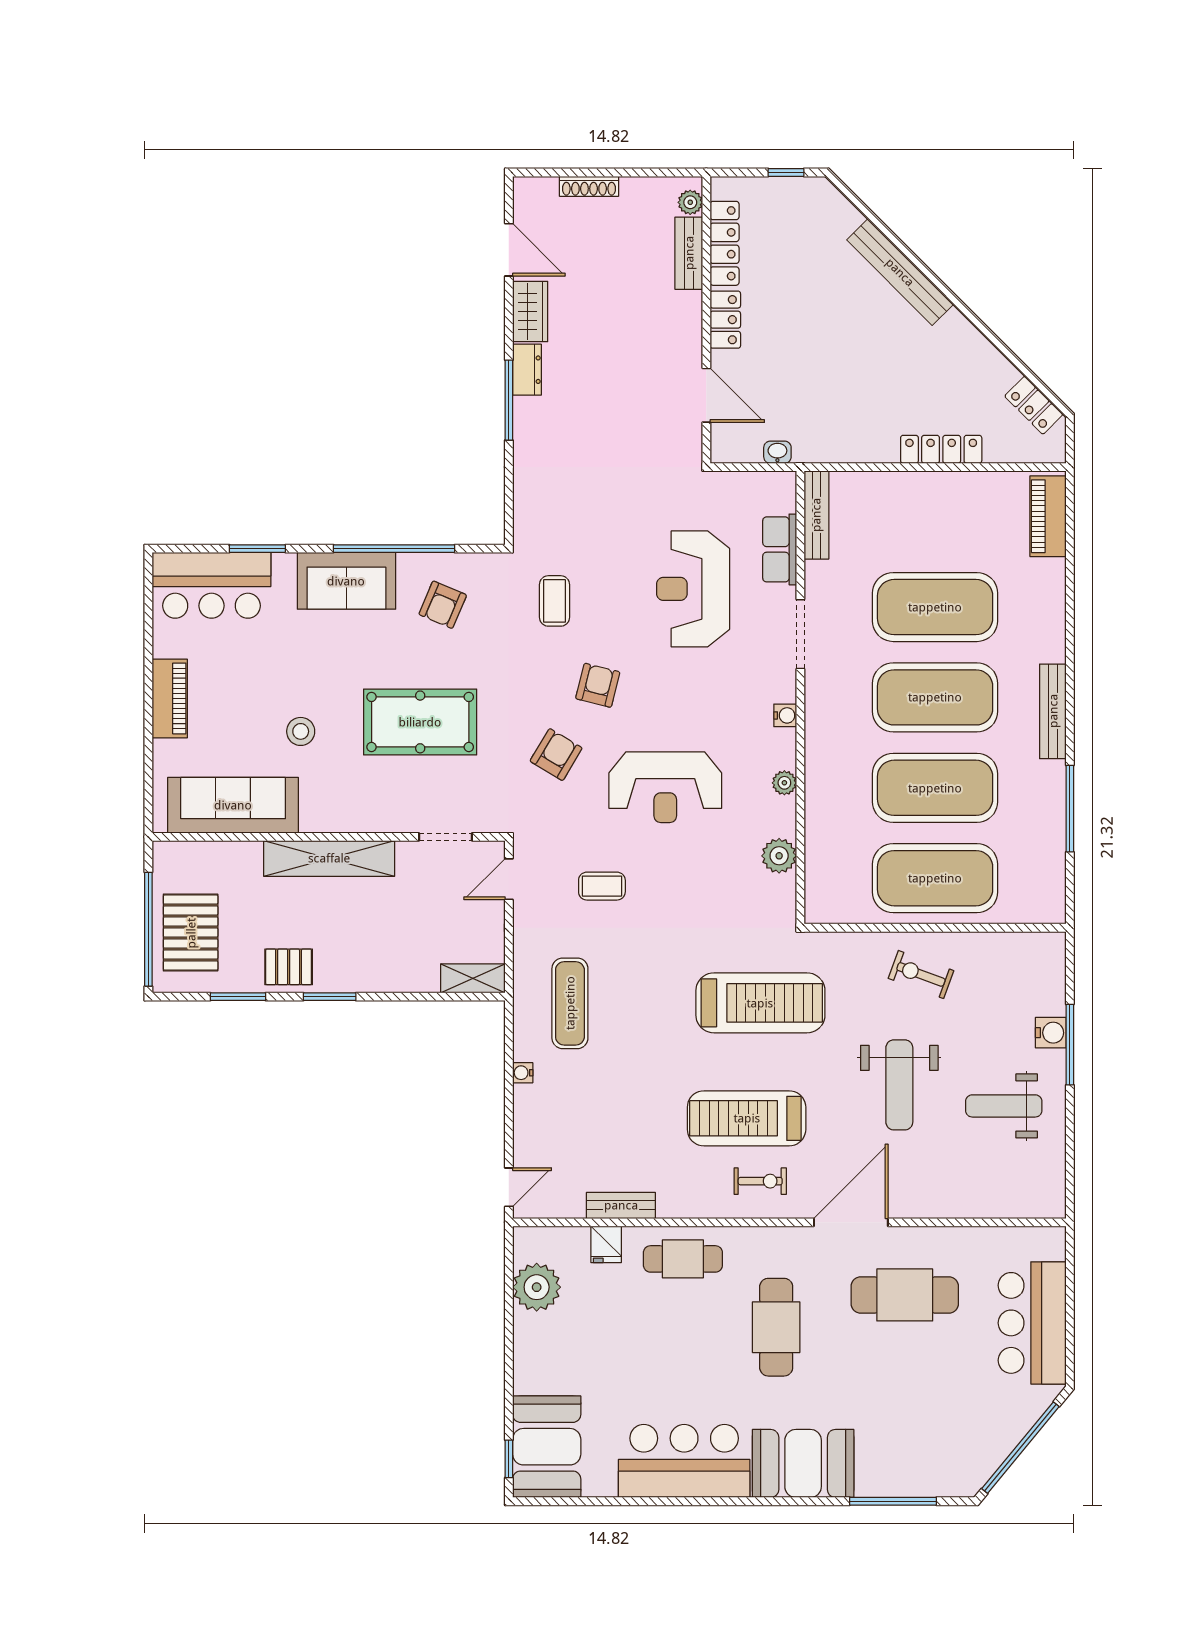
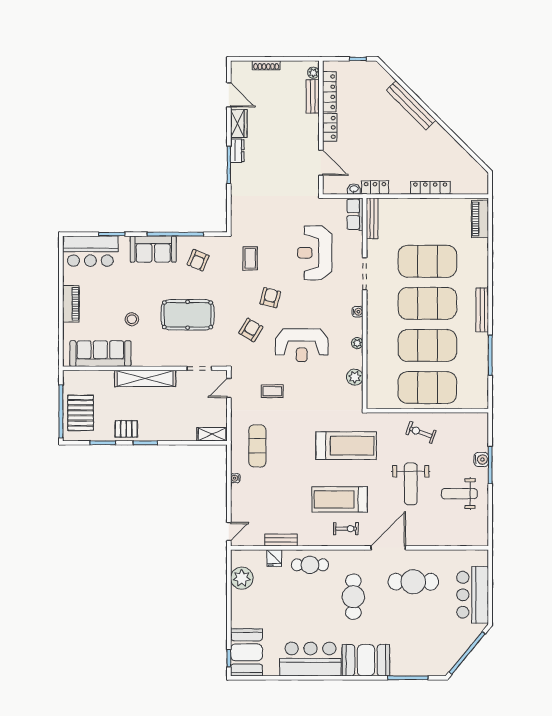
locker: (1034, 405) -> (375, 188), moved, turned 135
row of seats: (780, 549) -> (355, 214), moved

